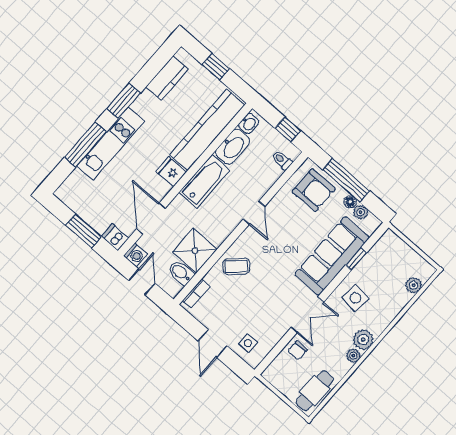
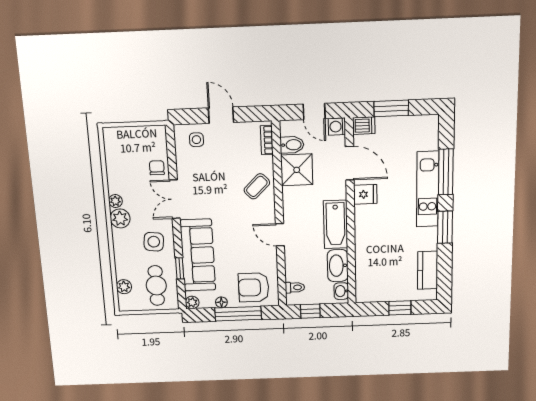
kitchen counter: (207, 130) -> (366, 261), removed
fridge: (171, 172) -> (365, 194), moved
plant: (361, 212) -> (192, 302), moved
cafe table: (315, 391) -> (156, 286), moved

